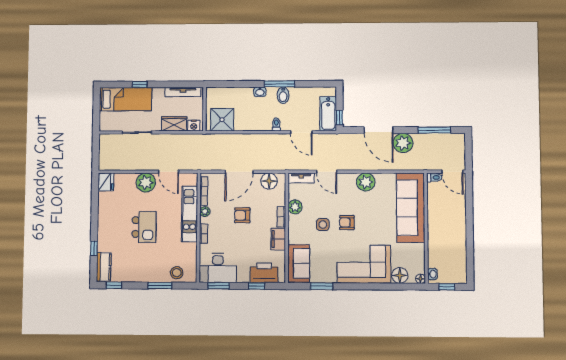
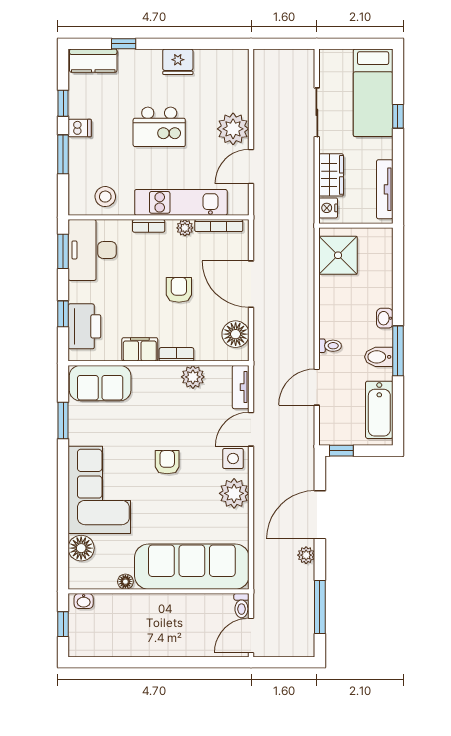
bathtub: (328, 114) -> (379, 410), moved, turned -90
plant: (403, 143) -> (306, 555), width x0.53, depth x0.53
fridge: (106, 182) -> (178, 62), moved
side table: (323, 225) -> (233, 458), moved
stool: (177, 273) -> (105, 197), moved
dishwasher: (144, 275) -> (80, 128), added
floor lamp: (420, 279) -> (125, 582), moved
window: (114, 285) -> (63, 103), moved

